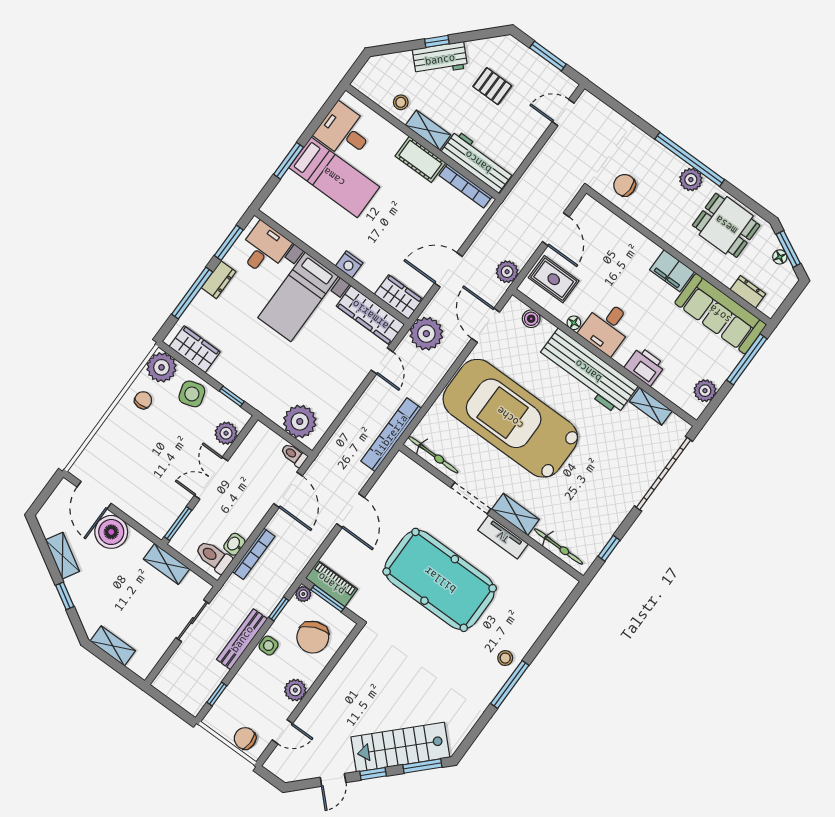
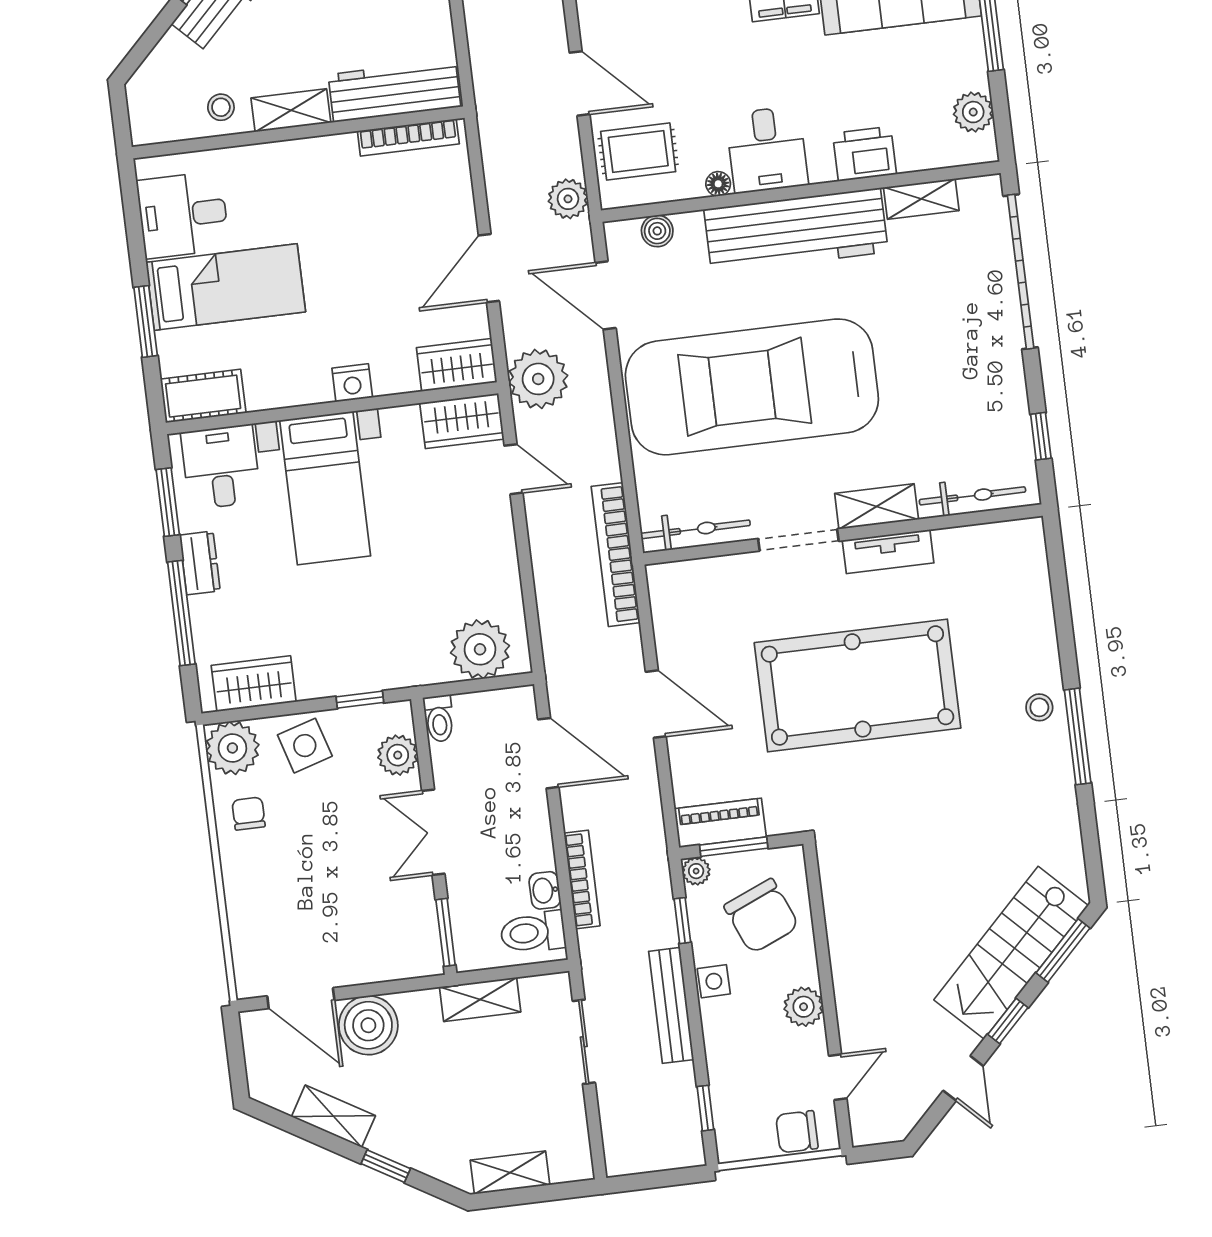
cot: (420, 159) -> (203, 396), moved
wardrobe: (370, 315) -> (462, 421), width x0.67
toilet: (294, 455) -> (439, 719), moved, turned -90

